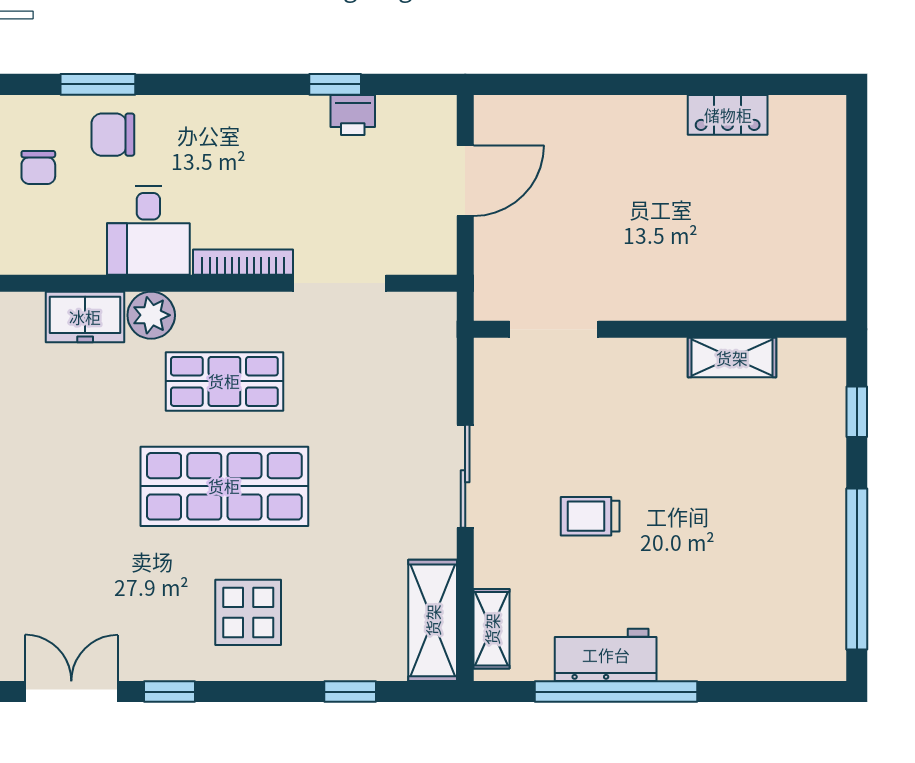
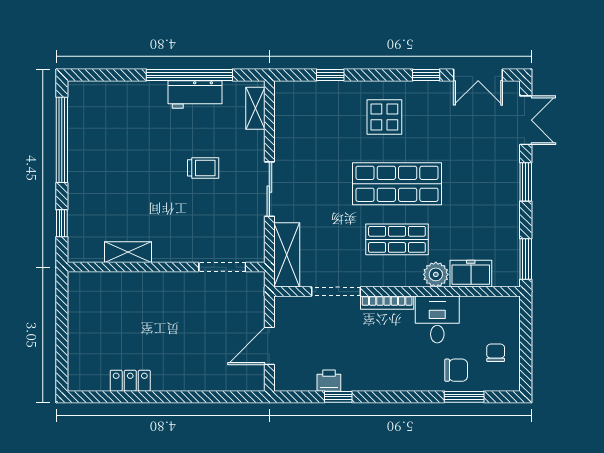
shelving: (433, 620) -> (287, 255), moved

